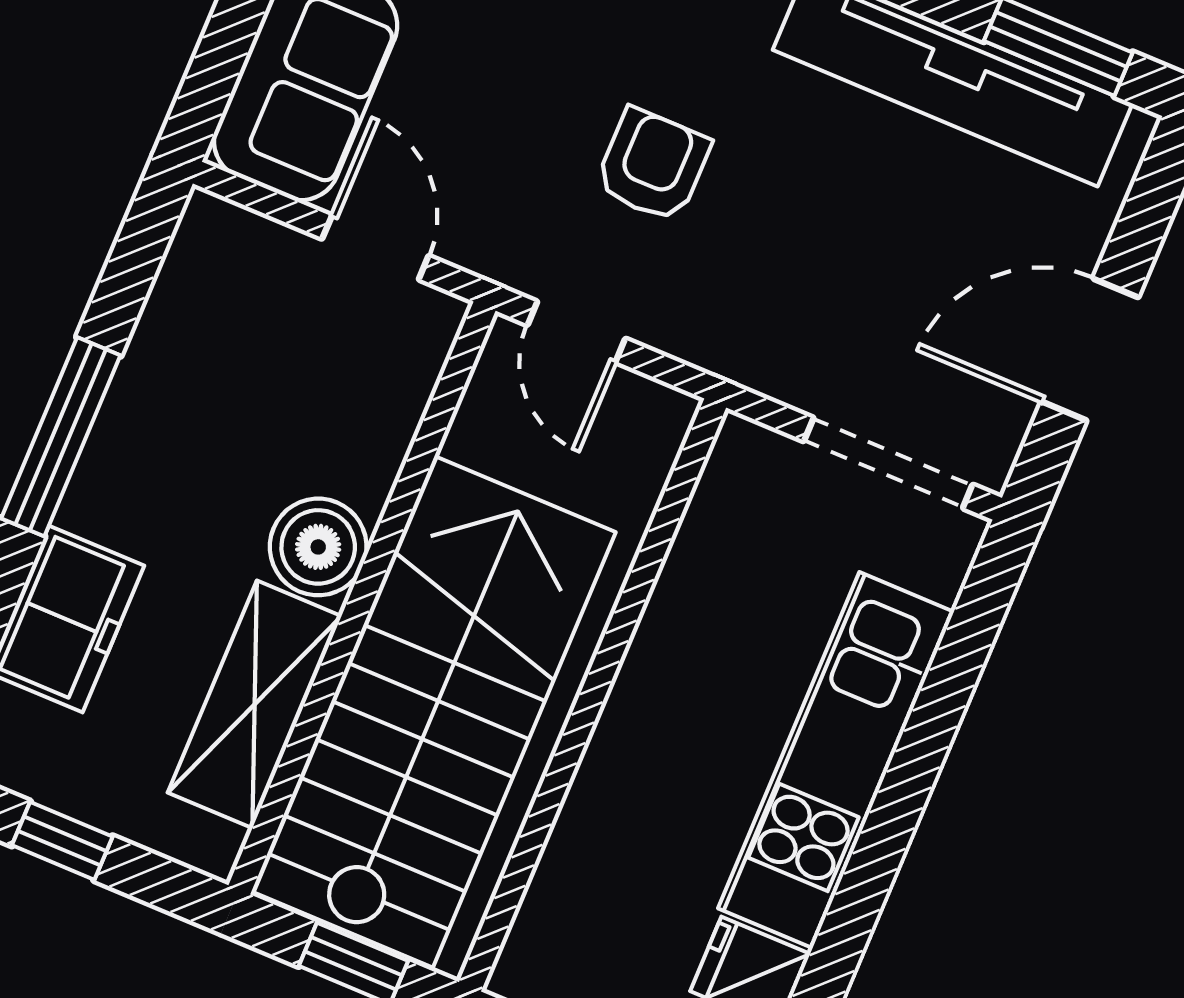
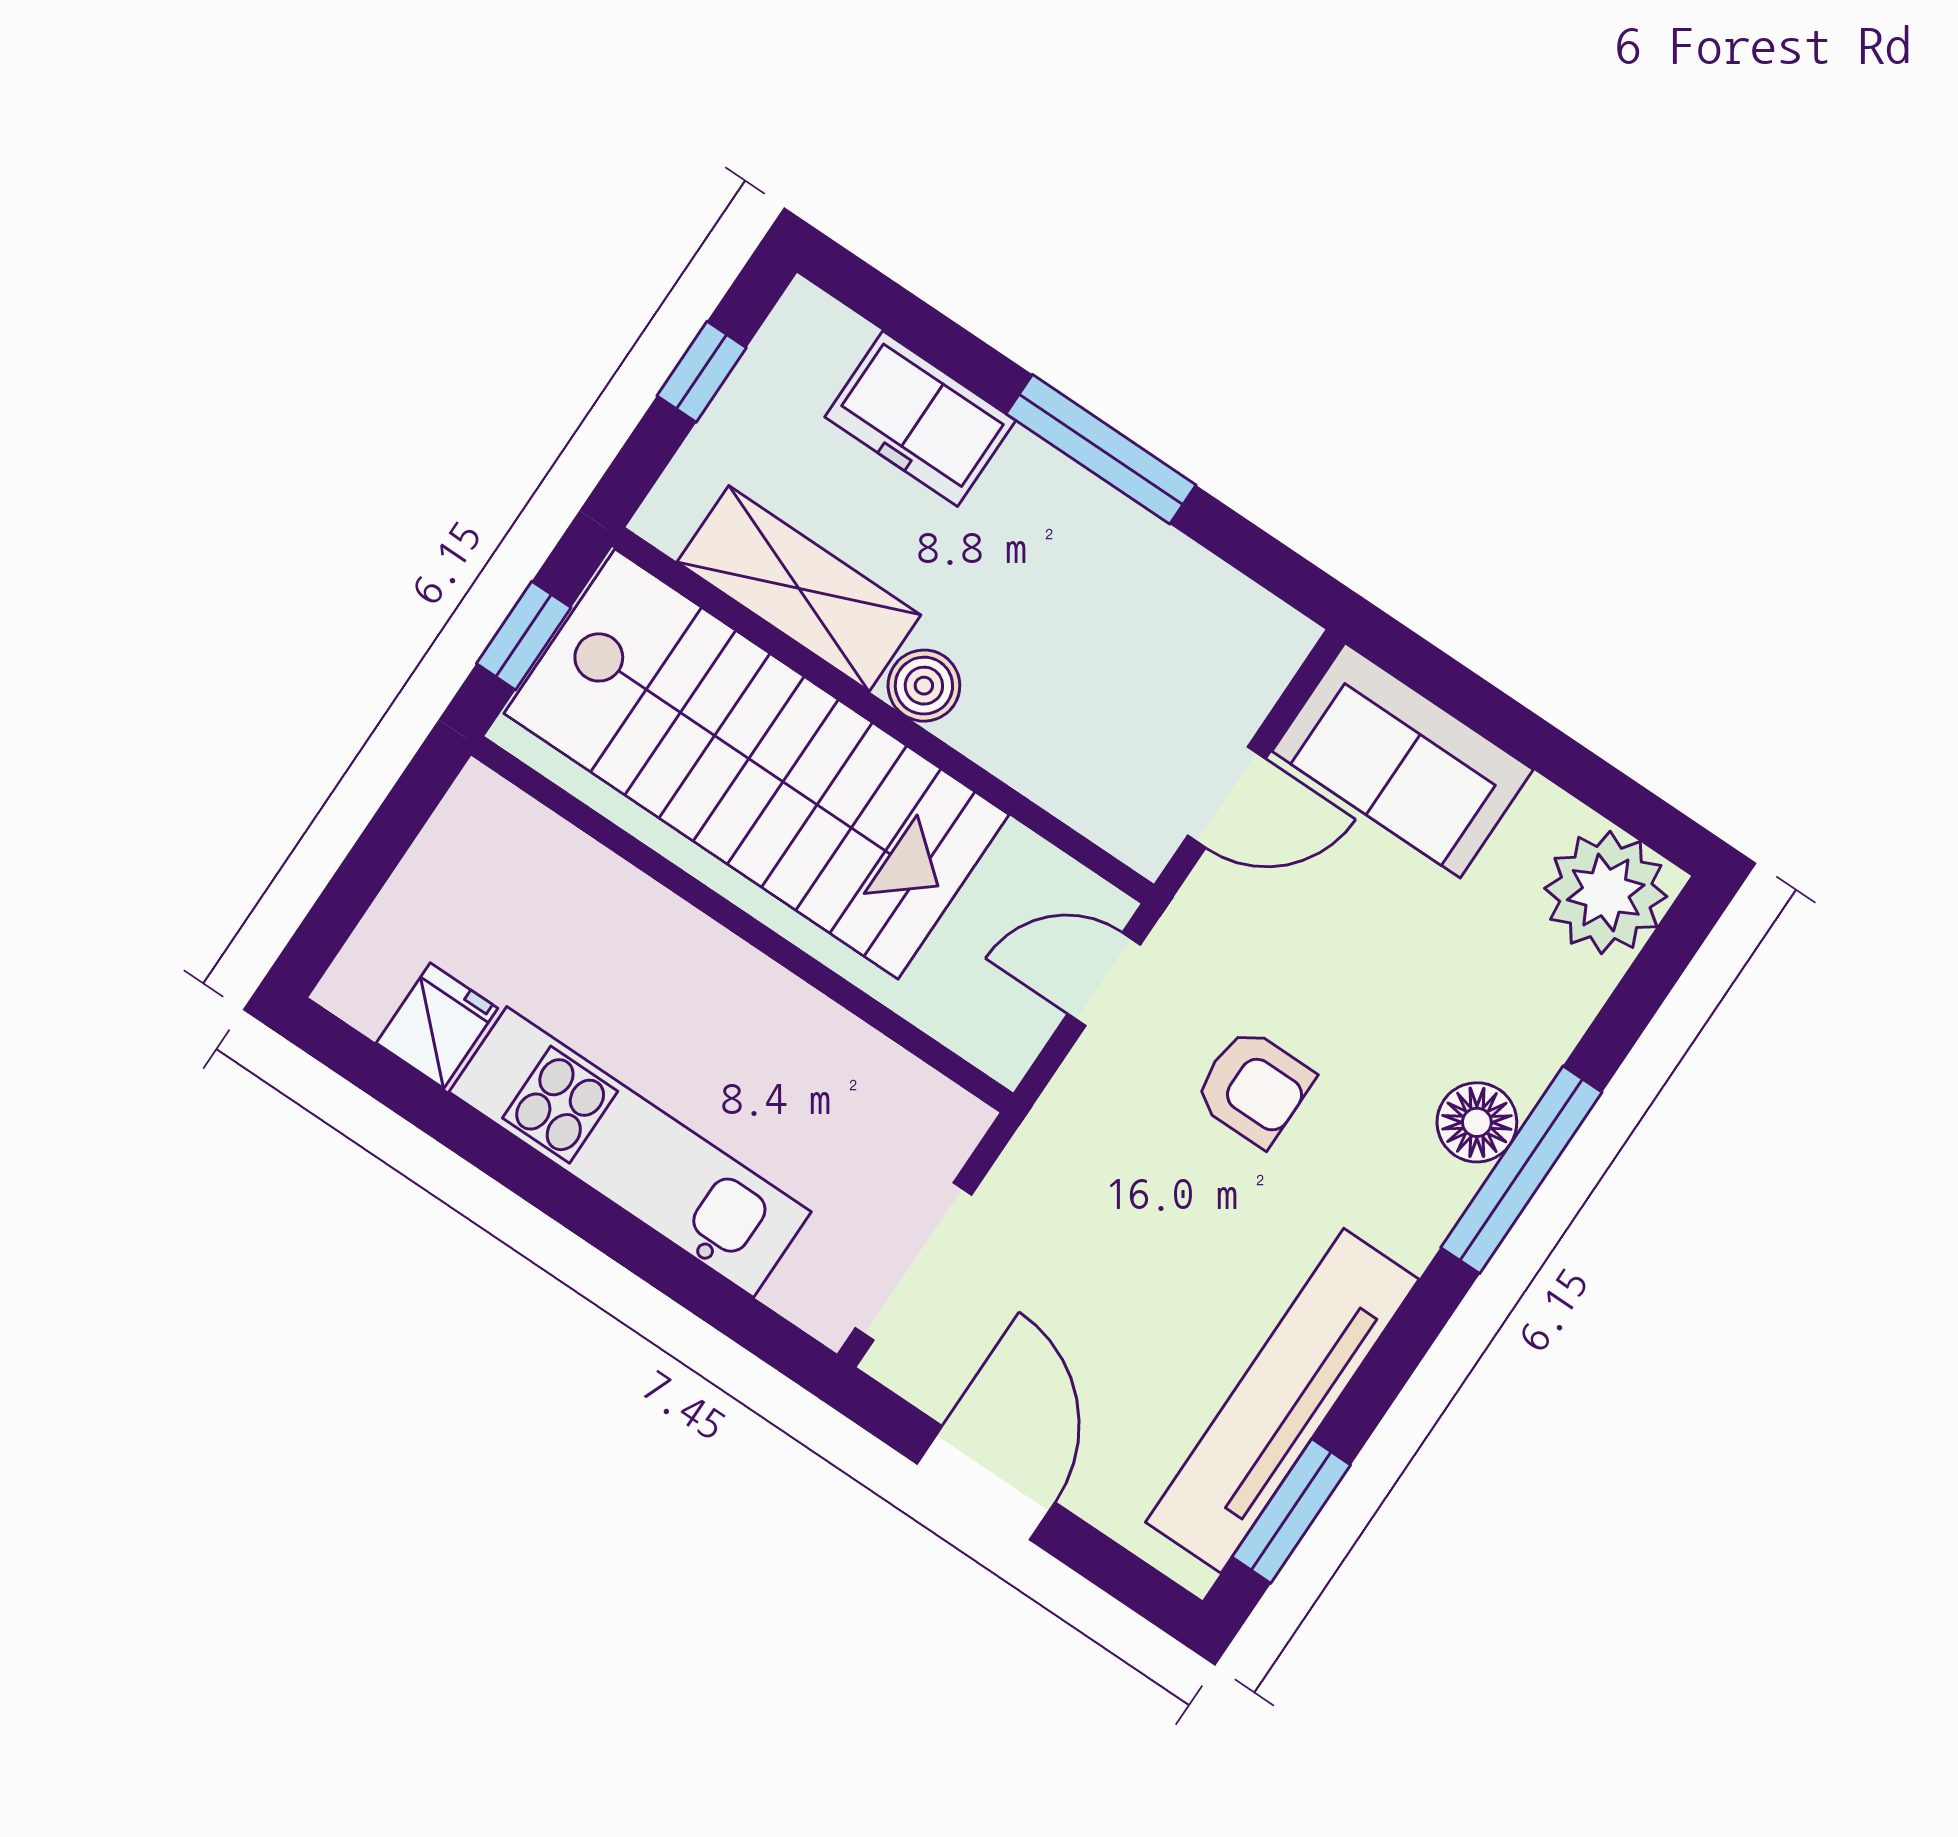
boiler: (318, 547) -> (924, 686), width x0.73, depth x0.73

